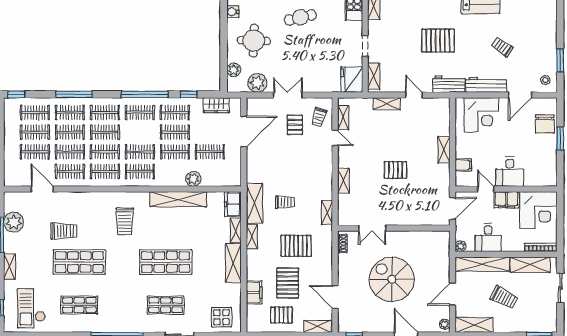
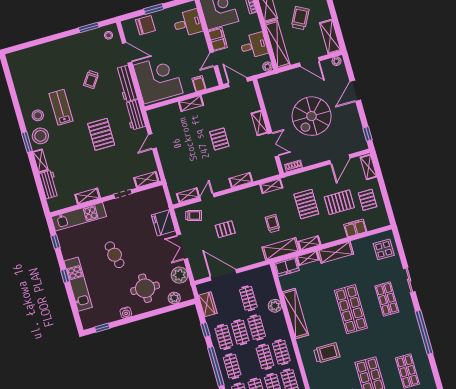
fridge: (352, 80) -> (163, 223), moved, turned 90
shelving: (387, 104) -> (259, 123), moved
corner desk: (481, 115) -> (158, 79), width x1.36, depth x1.36
pallet: (295, 125) -> (225, 229), moved
desk: (510, 171) -> (188, 23), moved

